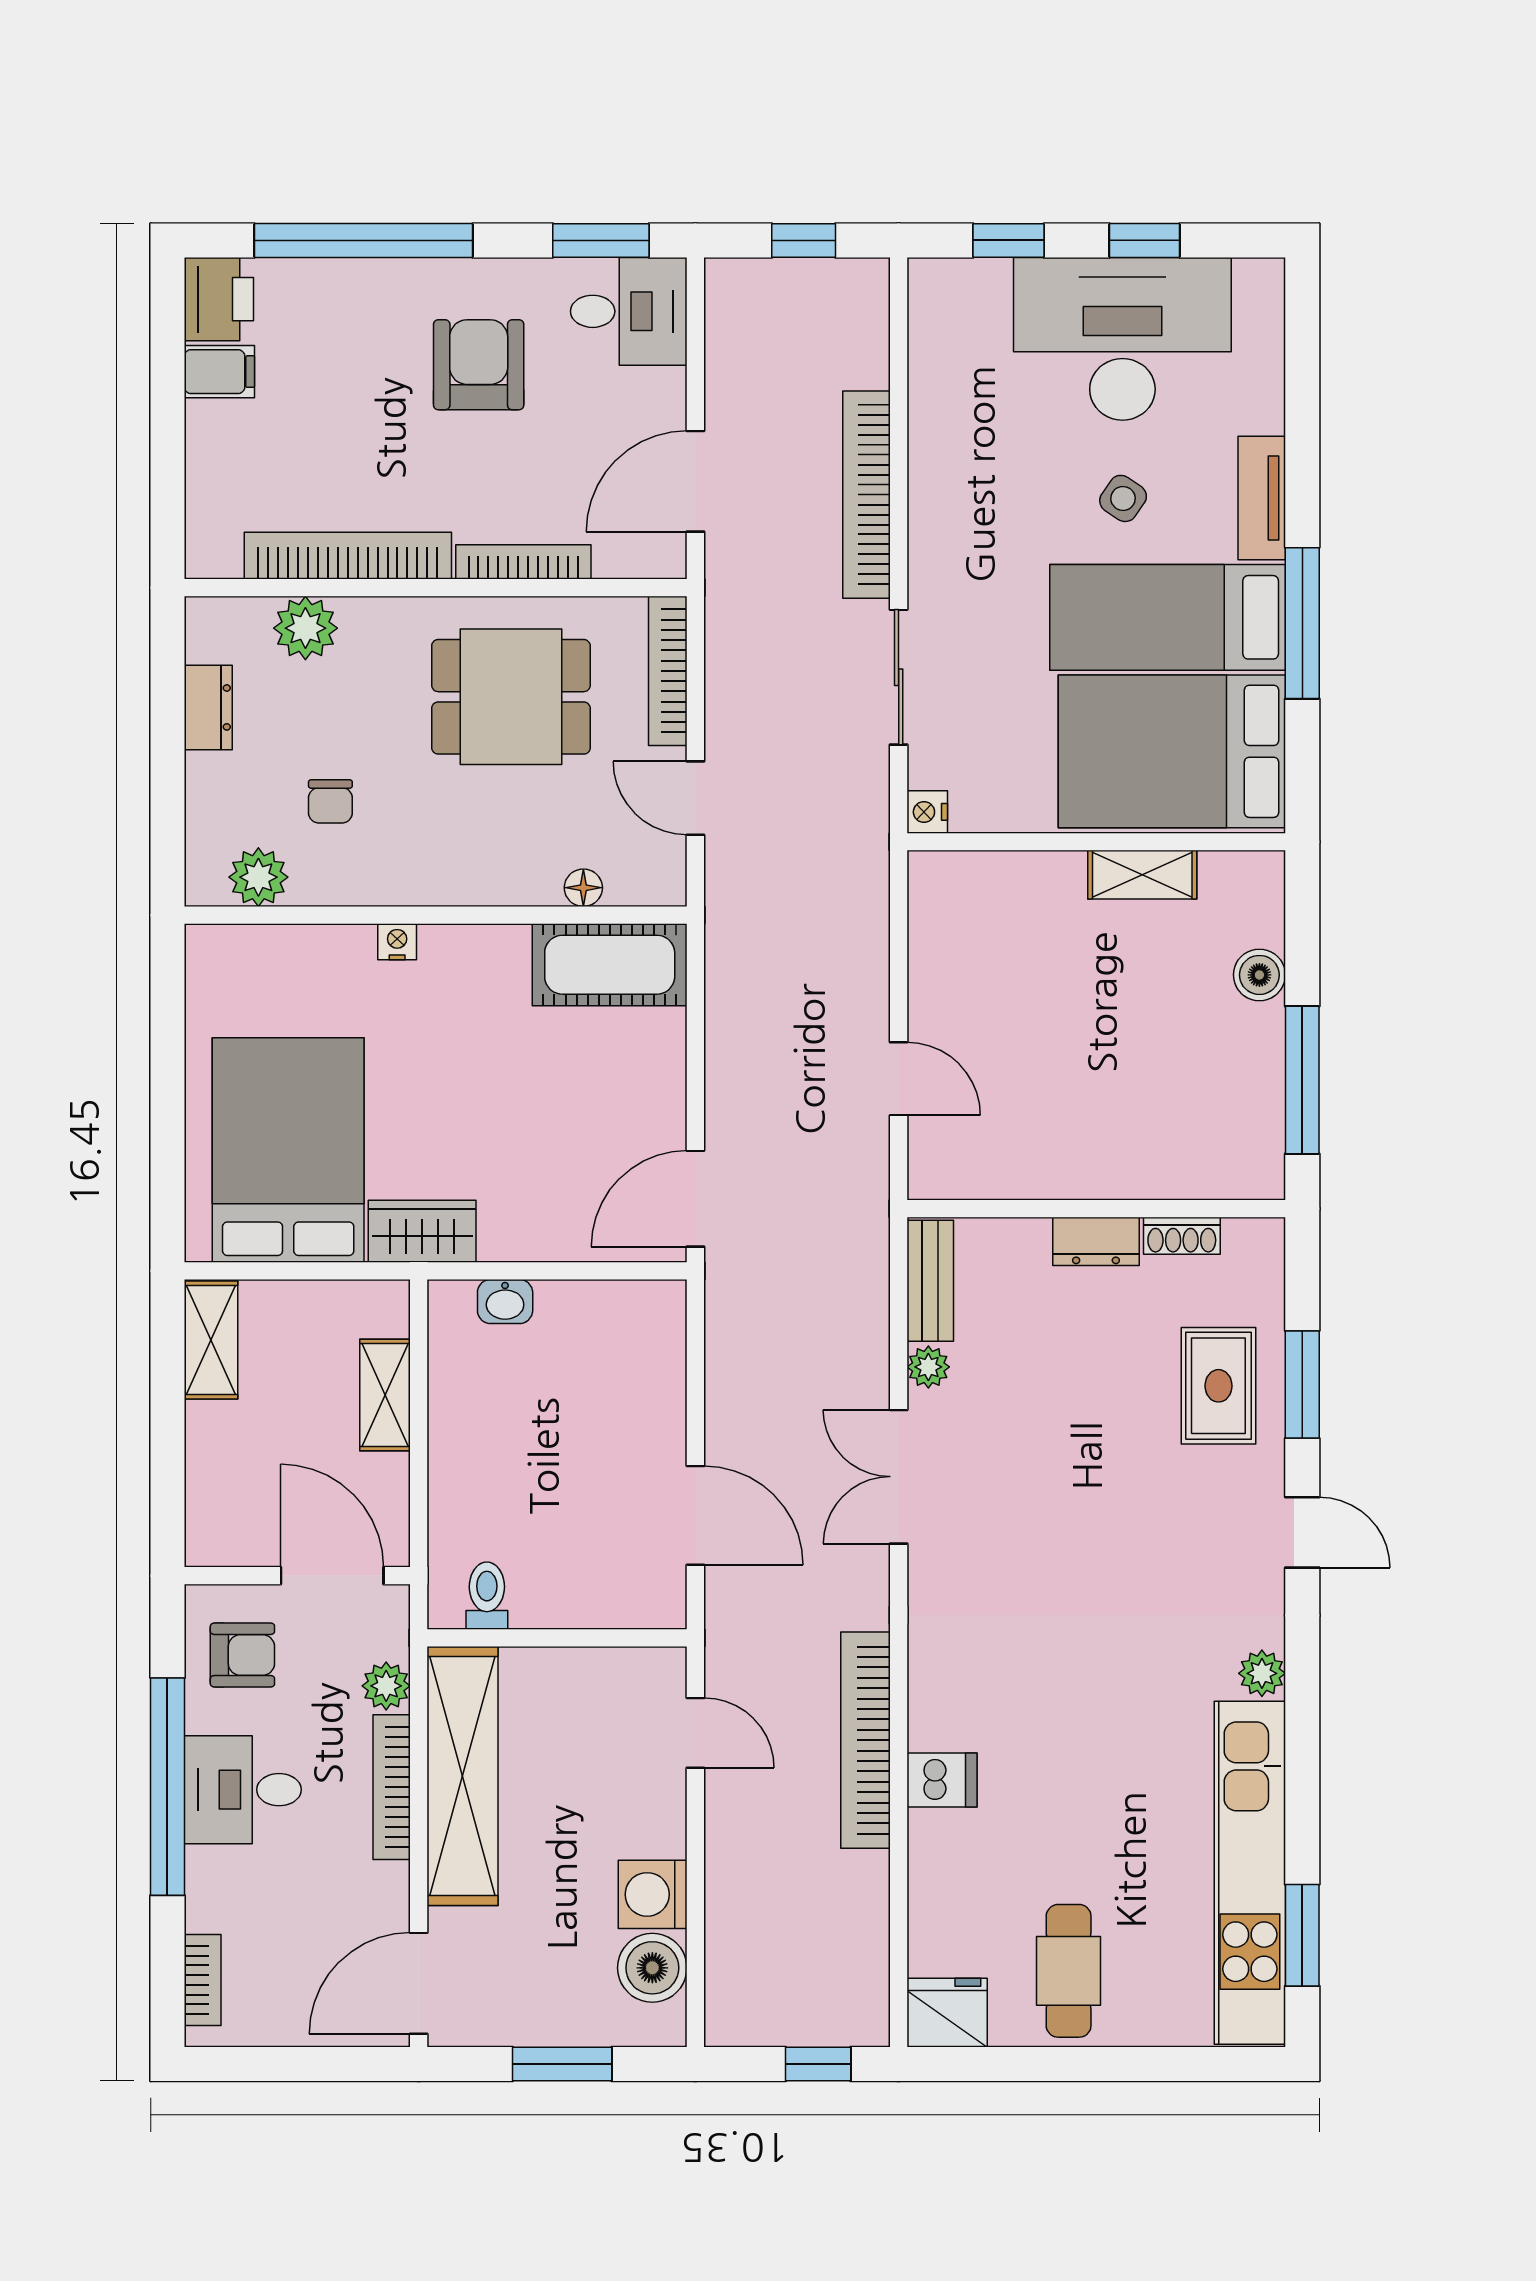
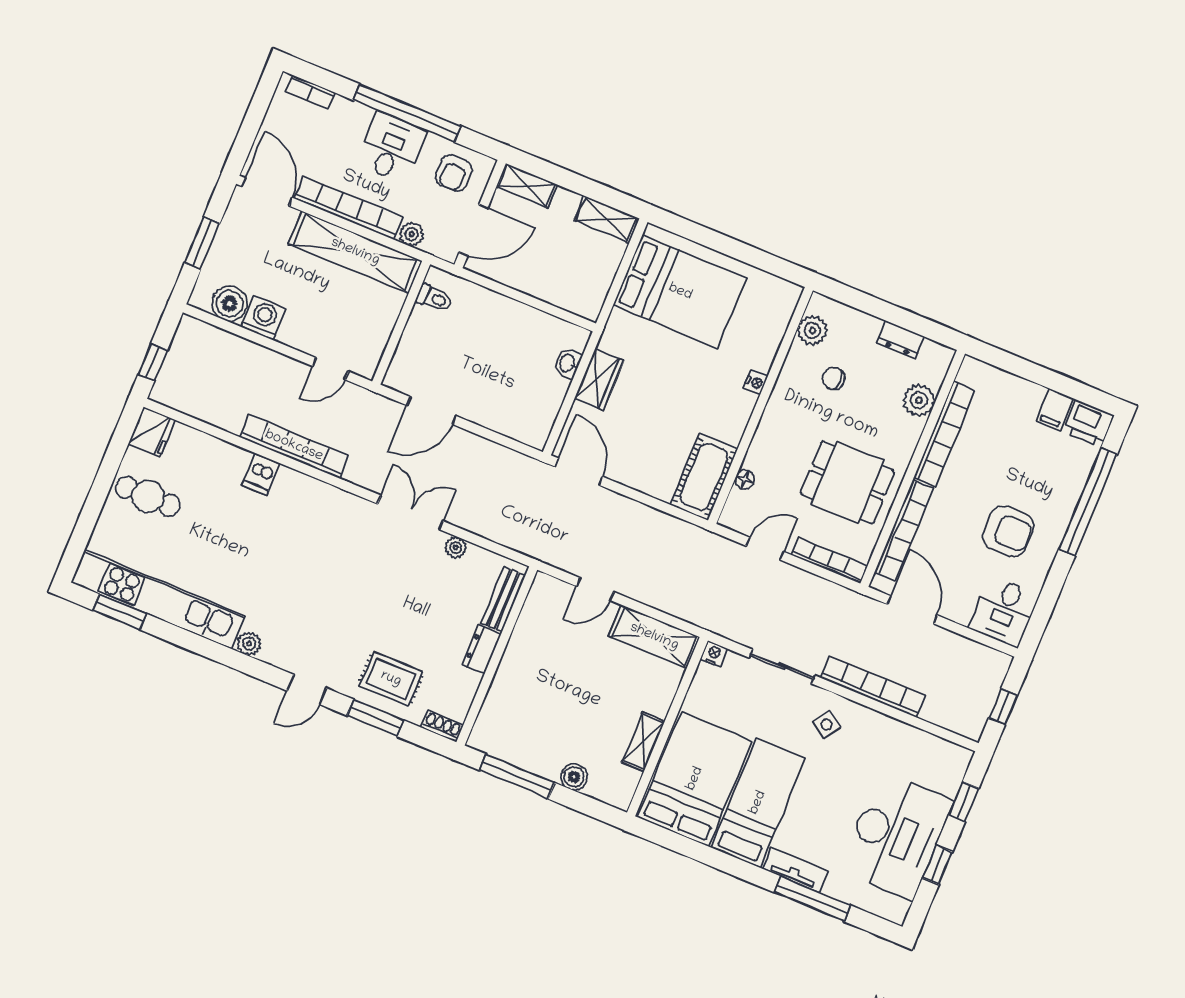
window: (601, 240) -> (1042, 612), removed
side table: (1123, 498) -> (827, 725), moved
bookcase: (523, 562) -> (904, 530), width x1.48, depth x1.31
window: (1302, 623) -> (812, 899), moved
dining table: (511, 697) -> (847, 483), turned 90
shelving: (941, 935) -> (654, 637), added
wardrobe: (422, 1231) -> (599, 380), moved
shoe rack: (1182, 1236) -> (442, 726), moved, turned 90
bench: (930, 1281) -> (503, 599), moved, turned 90
shelving: (385, 1395) -> (527, 186), moved
bookcase: (392, 1787) -> (349, 208), width x1.48, depth x1.31

